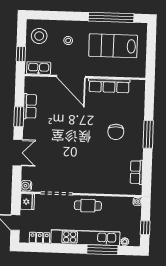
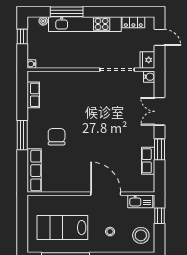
lab bench: (113, 46) -> (62, 228), turned 180
row of seats: (109, 86) -> (34, 171), moved, turned 90
cafe table: (88, 206) -> (83, 58), removed

